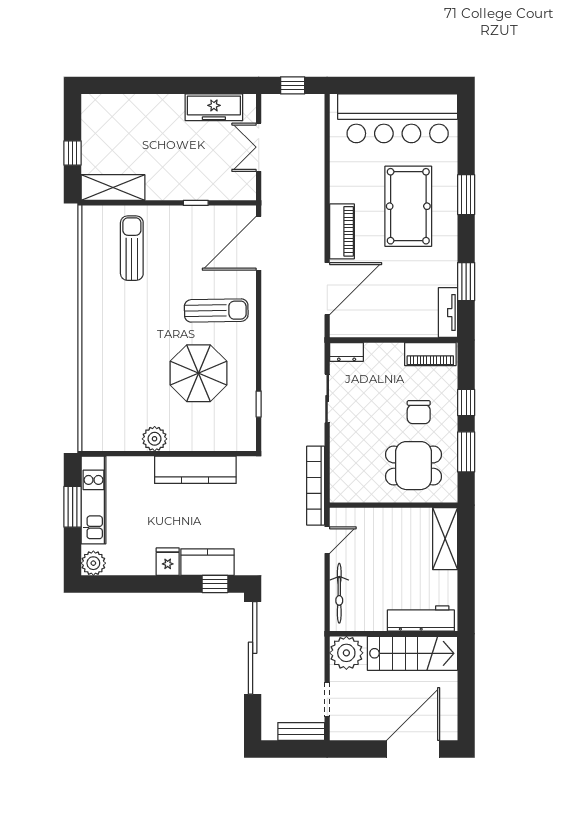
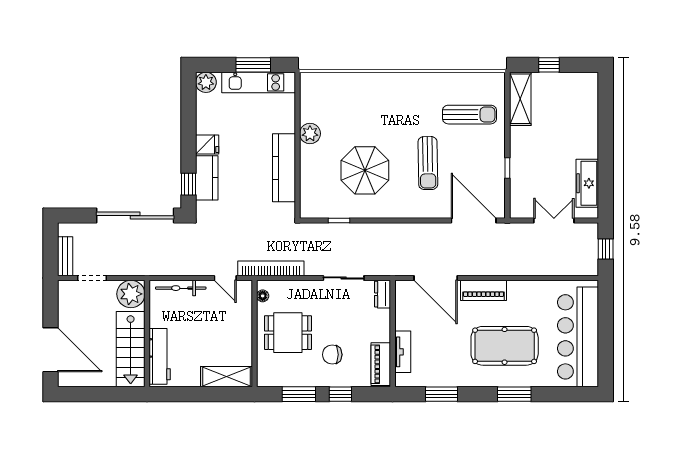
sun lounger: (216, 311) -> (428, 163), moved
tv unit: (448, 313) -> (403, 352), moved, turned 90
dining table: (413, 466) -> (288, 333), moved, turned 90
floor lamp: (349, 495) -> (263, 296), added

